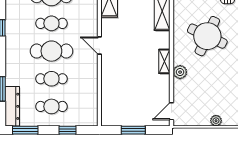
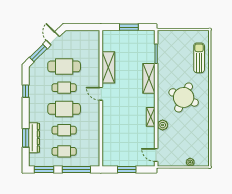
door: (99, 46) -> (101, 94), moved
dresser: (12, 106) -> (34, 138), moved
door: (171, 111) -> (156, 155), hinge flipped
window: (67, 130) -> (76, 170), width x2.17

